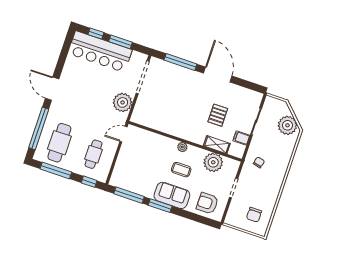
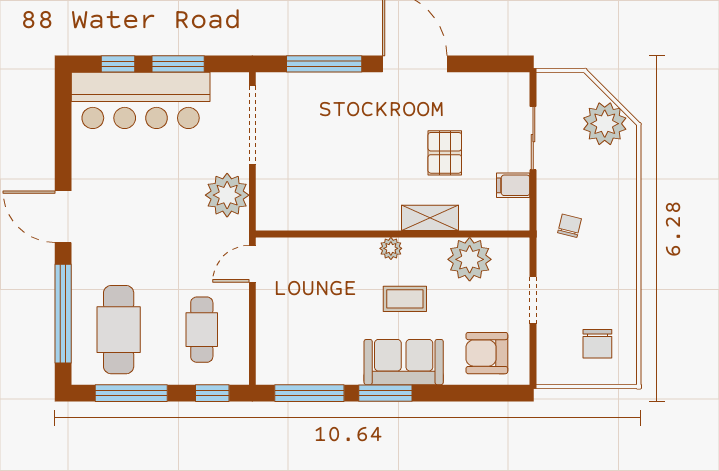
shelving: (217, 145) -> (430, 218), moved

